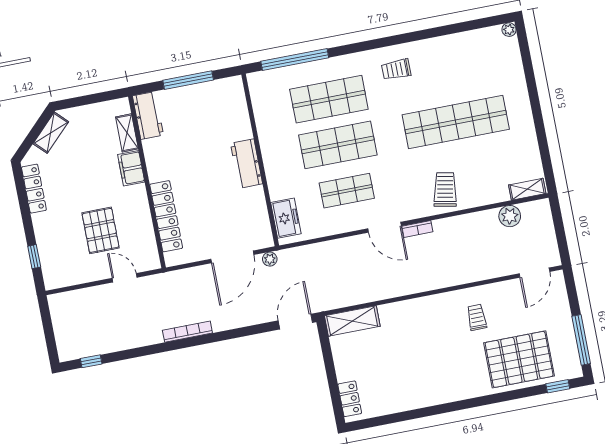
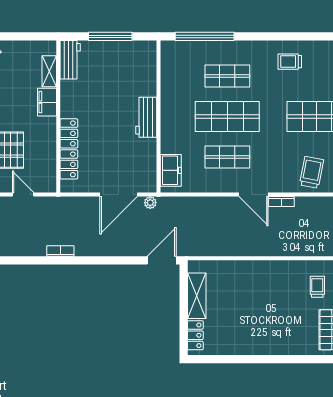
shop shelf: (329, 99) -> (227, 76), width x0.70, depth x0.74
shelving: (352, 321) -> (197, 296), moved, turned 90
bookcase: (187, 332) -> (60, 251), width x0.64

